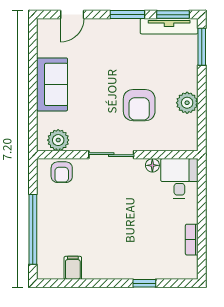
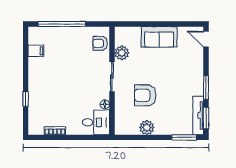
door: (72, 15) -> (206, 39), moved
plant: (58, 140) -> (122, 53), moved

